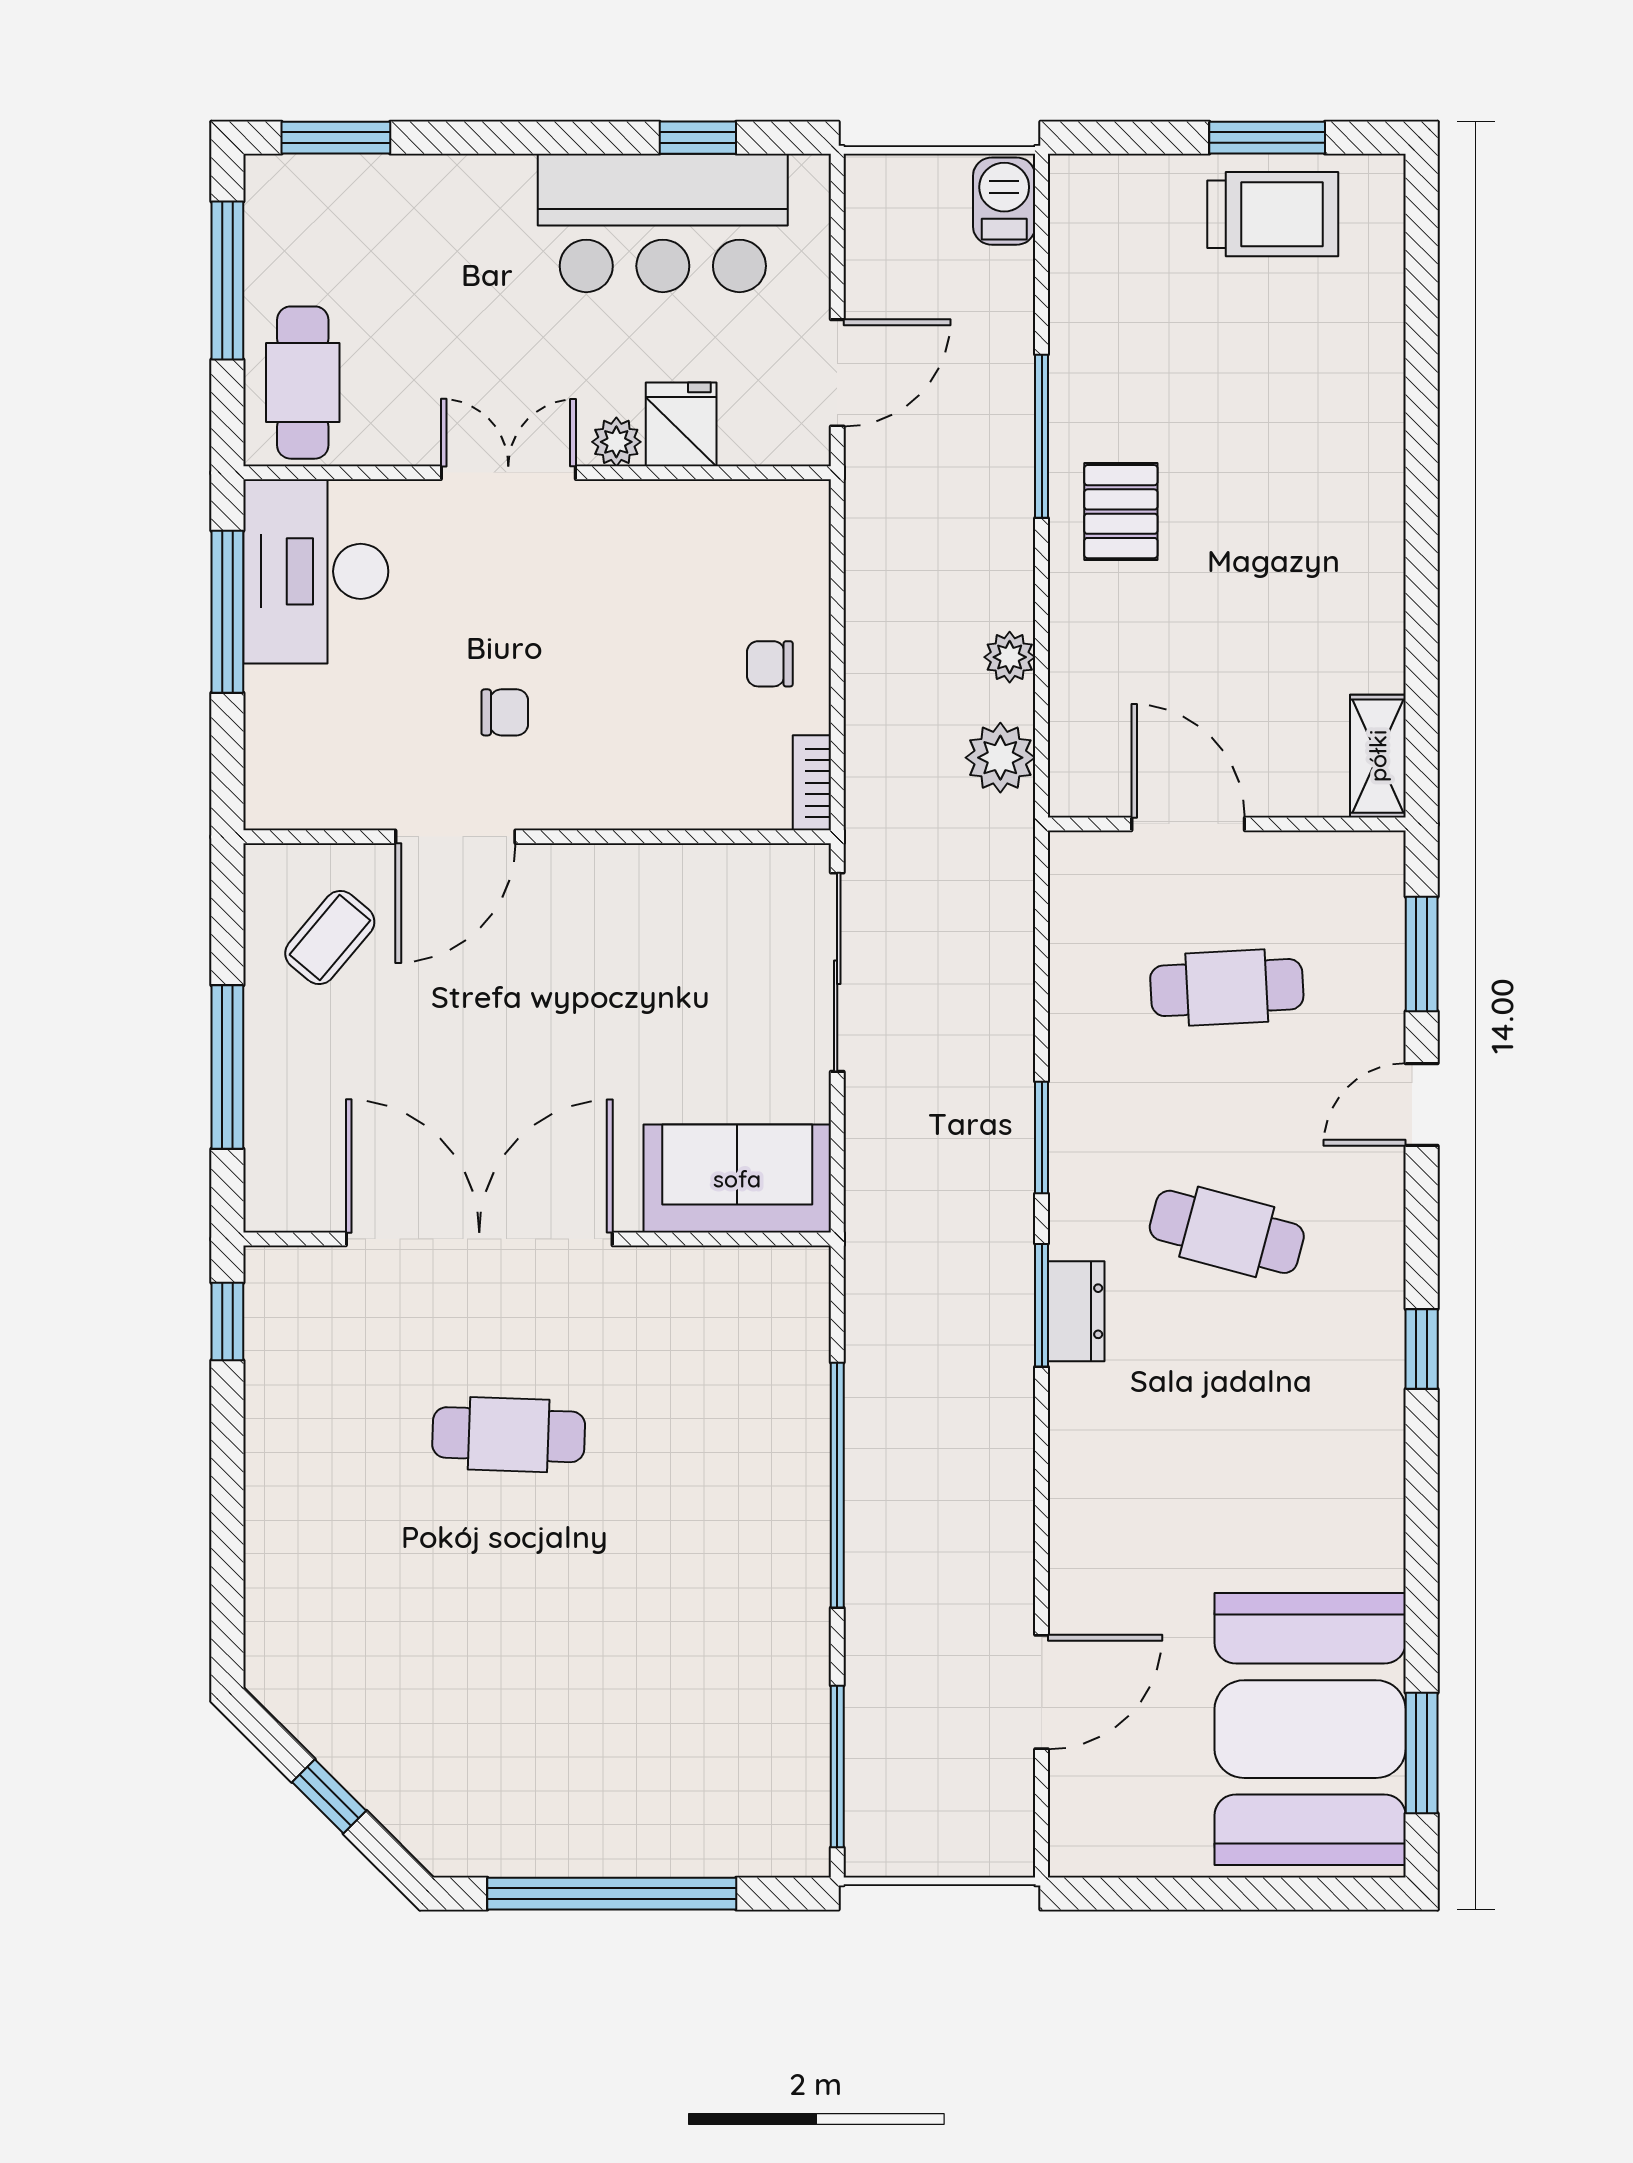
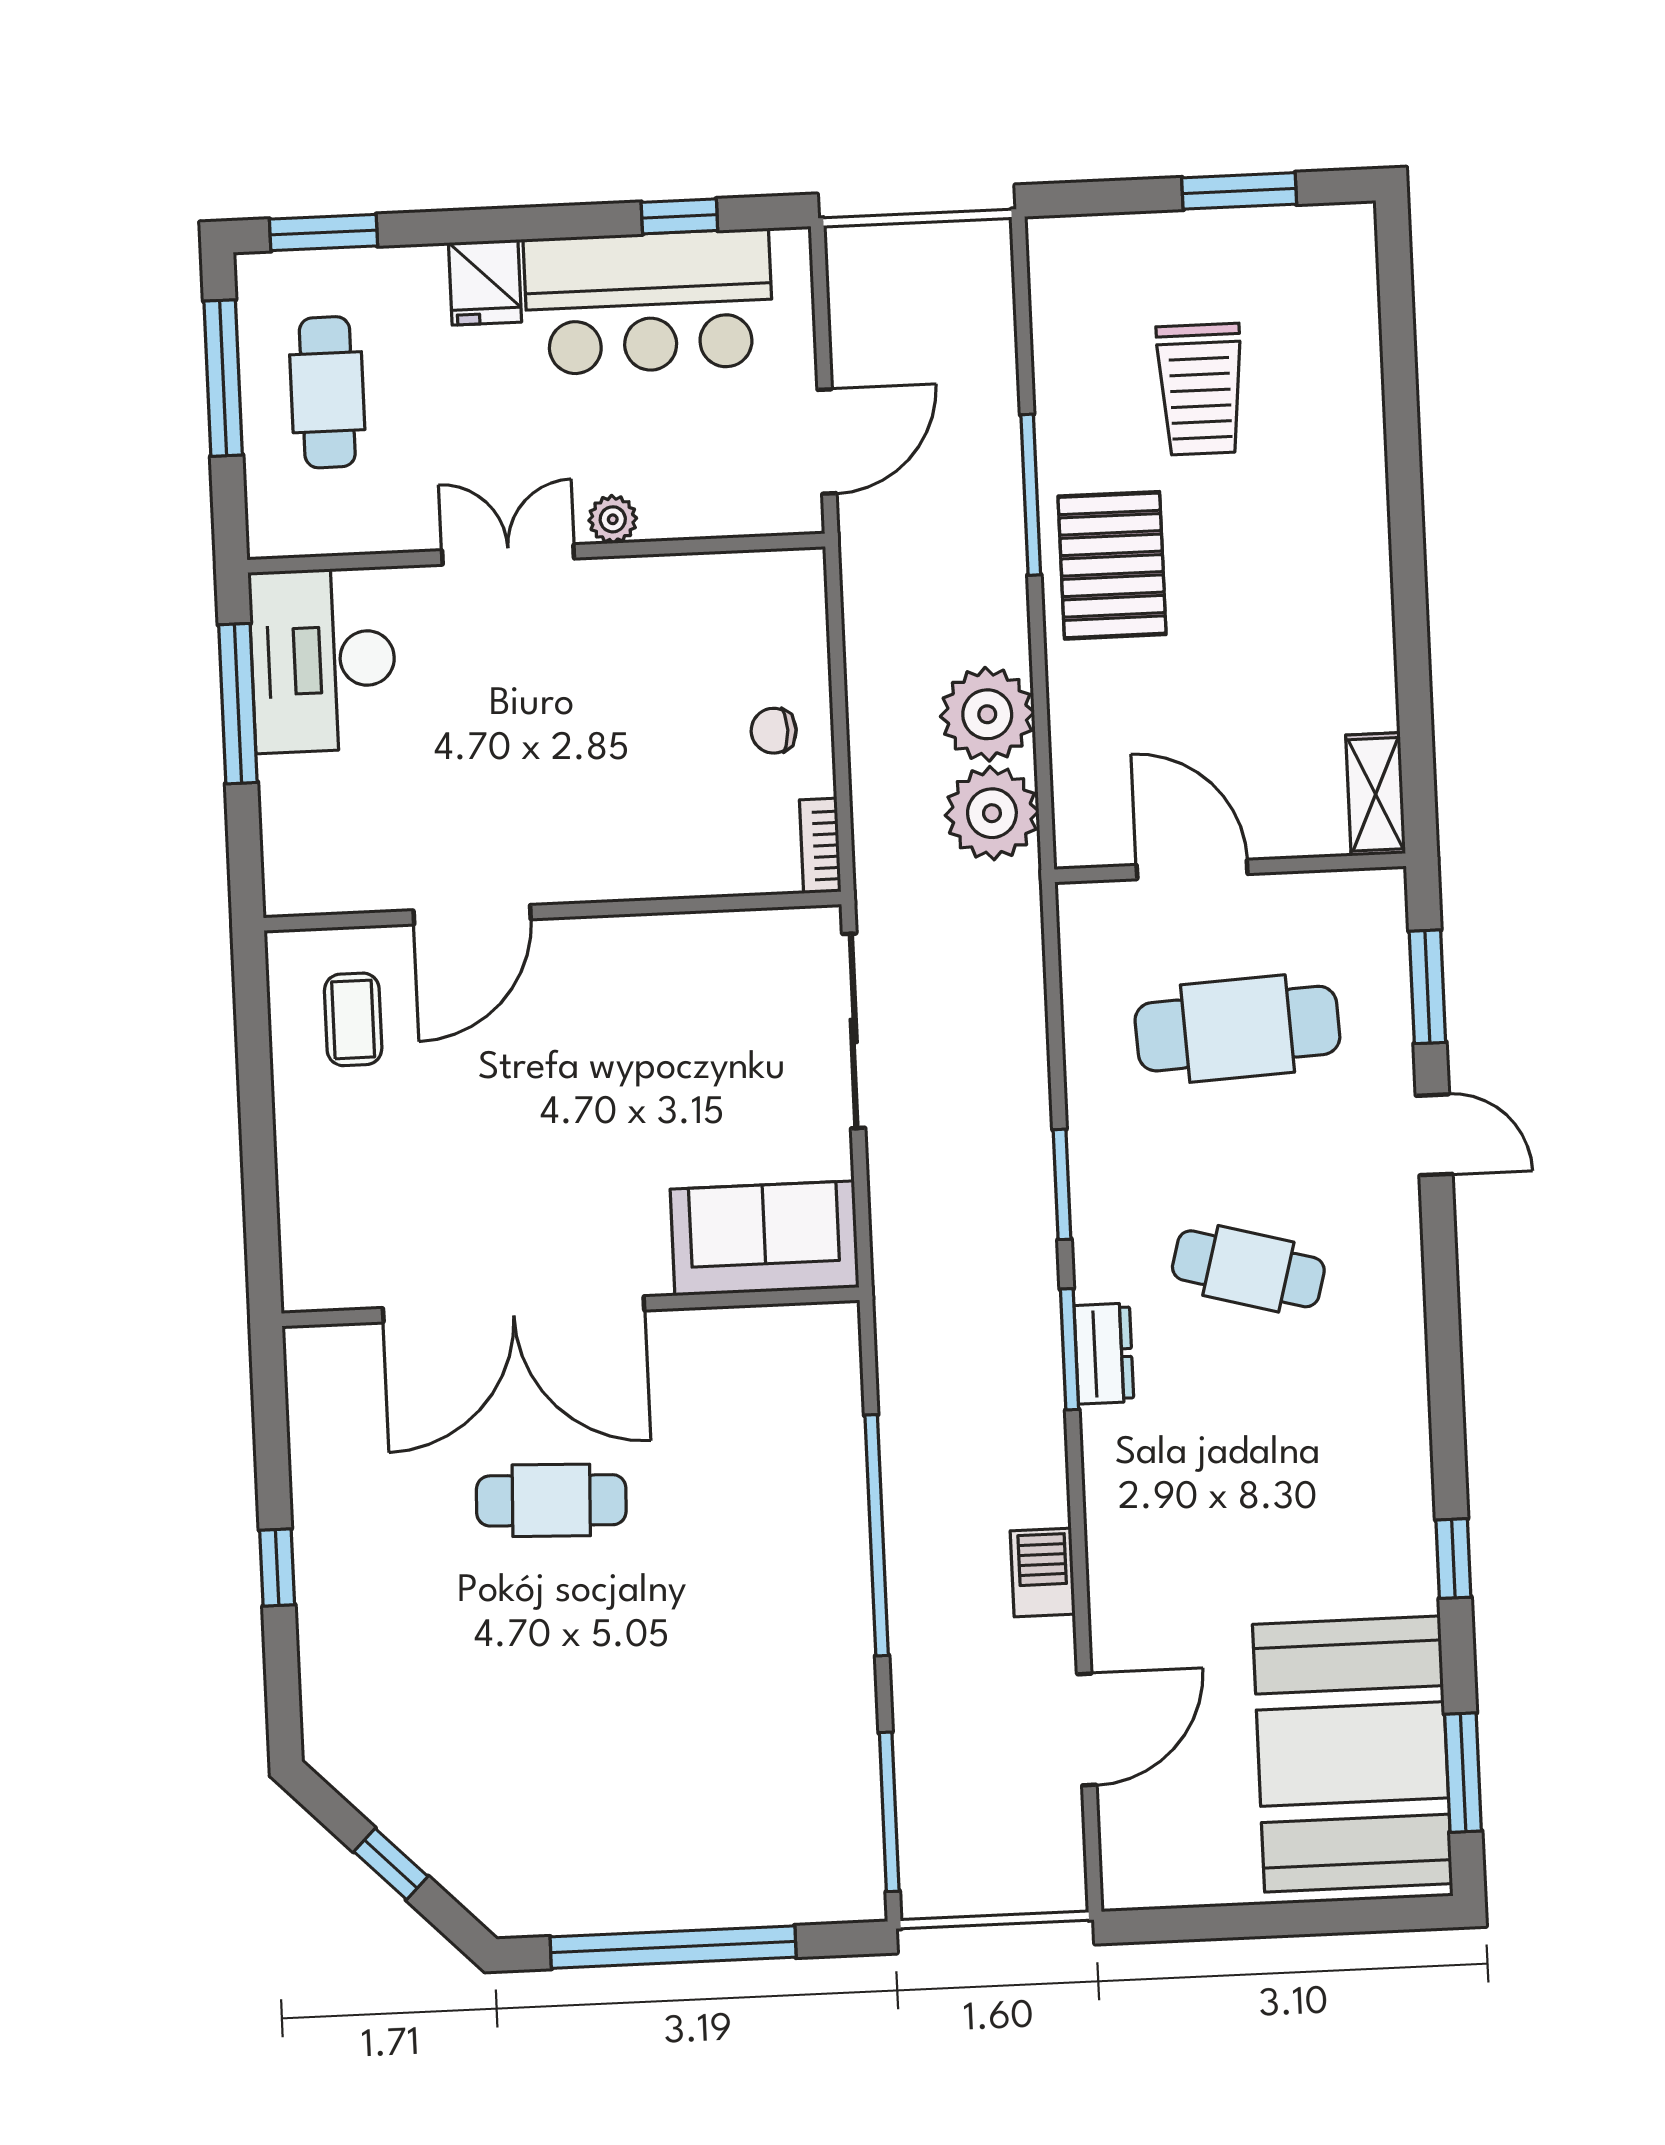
barbecue: (1004, 201) -> (1043, 1572), moved
trolley: (1273, 214) -> (1200, 389), moved, turned 90
cafe table: (303, 383) -> (327, 392), moved
fridge: (681, 424) -> (485, 282), moved, turned 180
pallet: (1121, 512) -> (1112, 565), width x1.50, depth x1.42
plant: (1010, 657) -> (987, 714), width x1.88, depth x1.88
chair: (505, 712) -> (515, 790), removed
plant: (1000, 758) -> (992, 813), width x1.36, depth x1.36
coffee table: (330, 937) -> (353, 1019), turned -40
cafe table: (1227, 988) -> (1237, 1029), width x1.37, depth x1.35
window: (227, 1067) -> (258, 1151), removed
door: (1422, 1104) -> (1434, 1135), swing flipped
double door: (479, 1239) -> (514, 1309), swing flipped
window: (227, 1322) -> (277, 1567), moved
window: (1422, 1349) -> (1453, 1559), moved

